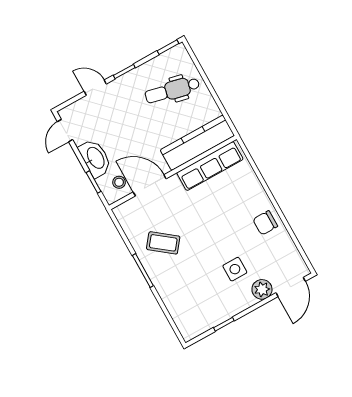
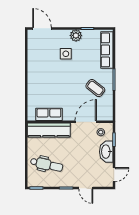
row of seats: (210, 166) -> (49, 114), width x0.68
door: (150, 185) -> (86, 122), swing flipped
chair: (265, 223) -> (37, 69), removed
door: (291, 287) -> (42, 28), hinge flipped
plant: (262, 289) -> (76, 35), moved
row of seats: (178, 308) -> (107, 50), added

